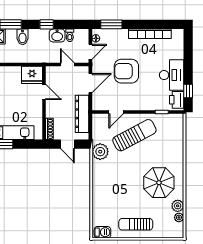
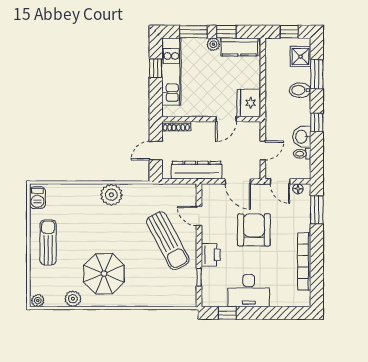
printer: (177, 100) -> (211, 255), moved, turned 90
plant: (100, 152) -> (111, 195), moved
plant: (179, 217) -> (38, 301), moved

